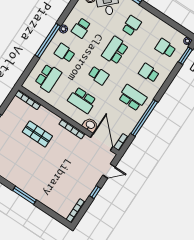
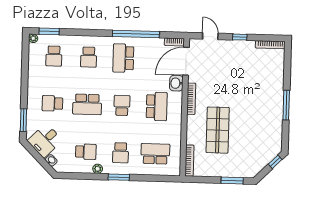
window: (48, 41) -> (119, 177), width x0.47
shop shelf: (37, 134) -> (218, 130), width x1.43, depth x1.36

